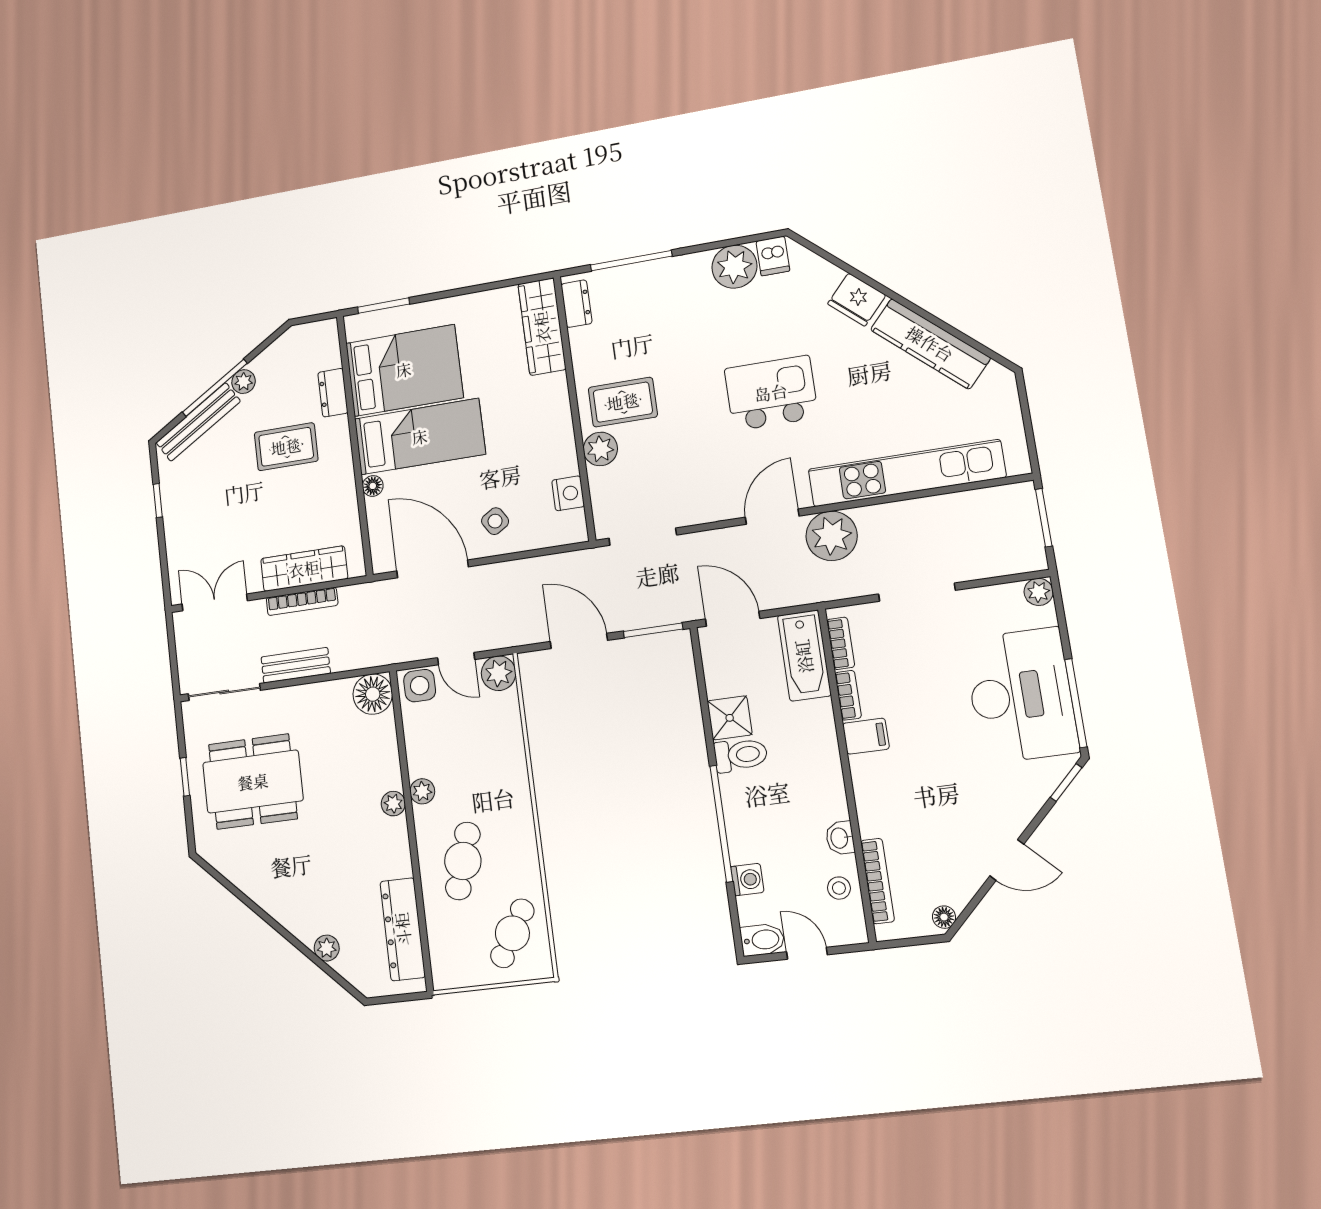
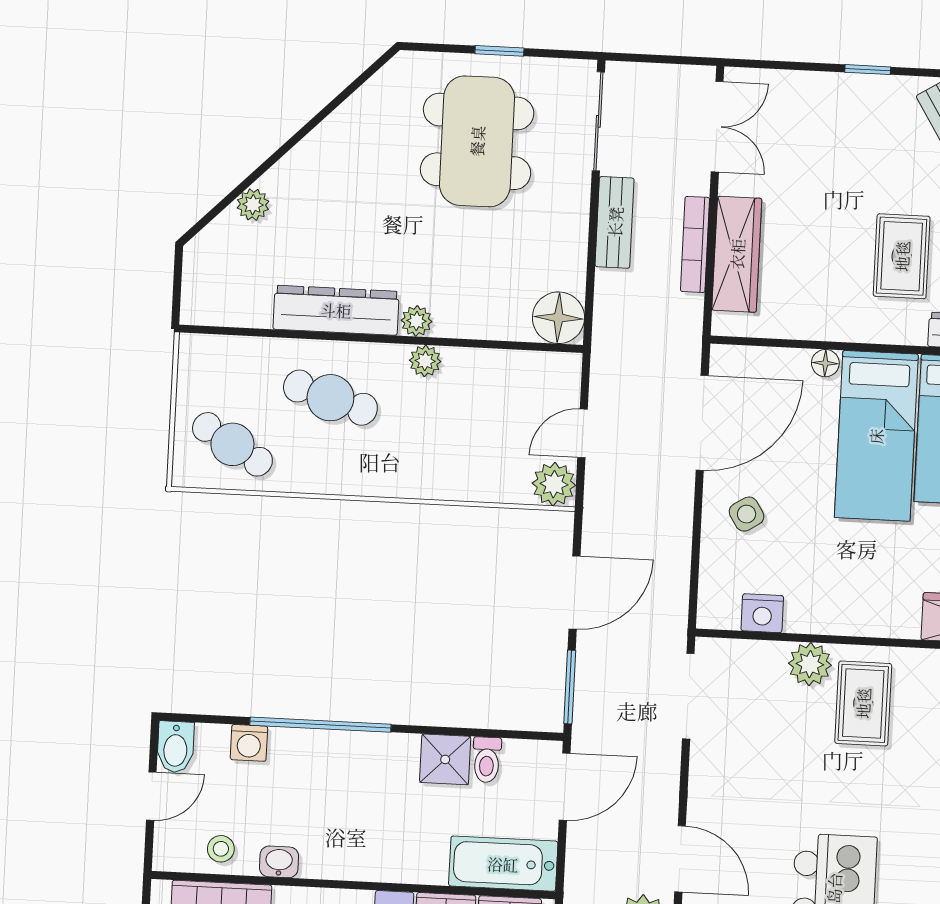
side table: (420, 686) -> (558, 380), removed
toilet: (741, 755) -> (487, 760), moved, width x0.73, depth x0.72
dresser: (403, 929) -> (336, 310), moved

